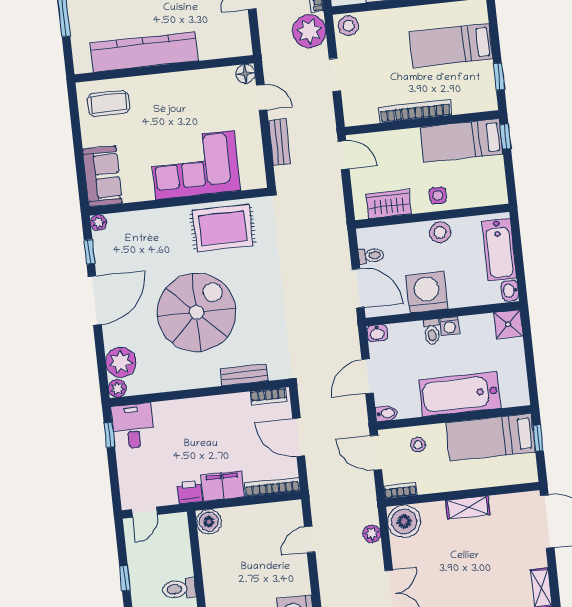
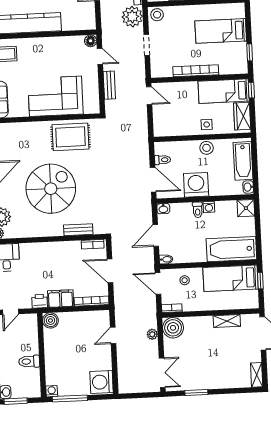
wardrobe: (389, 204) -> (242, 116), moved, turned -90
bathtub: (460, 394) -> (231, 249), moved
shelving: (468, 508) -> (227, 321), moved

